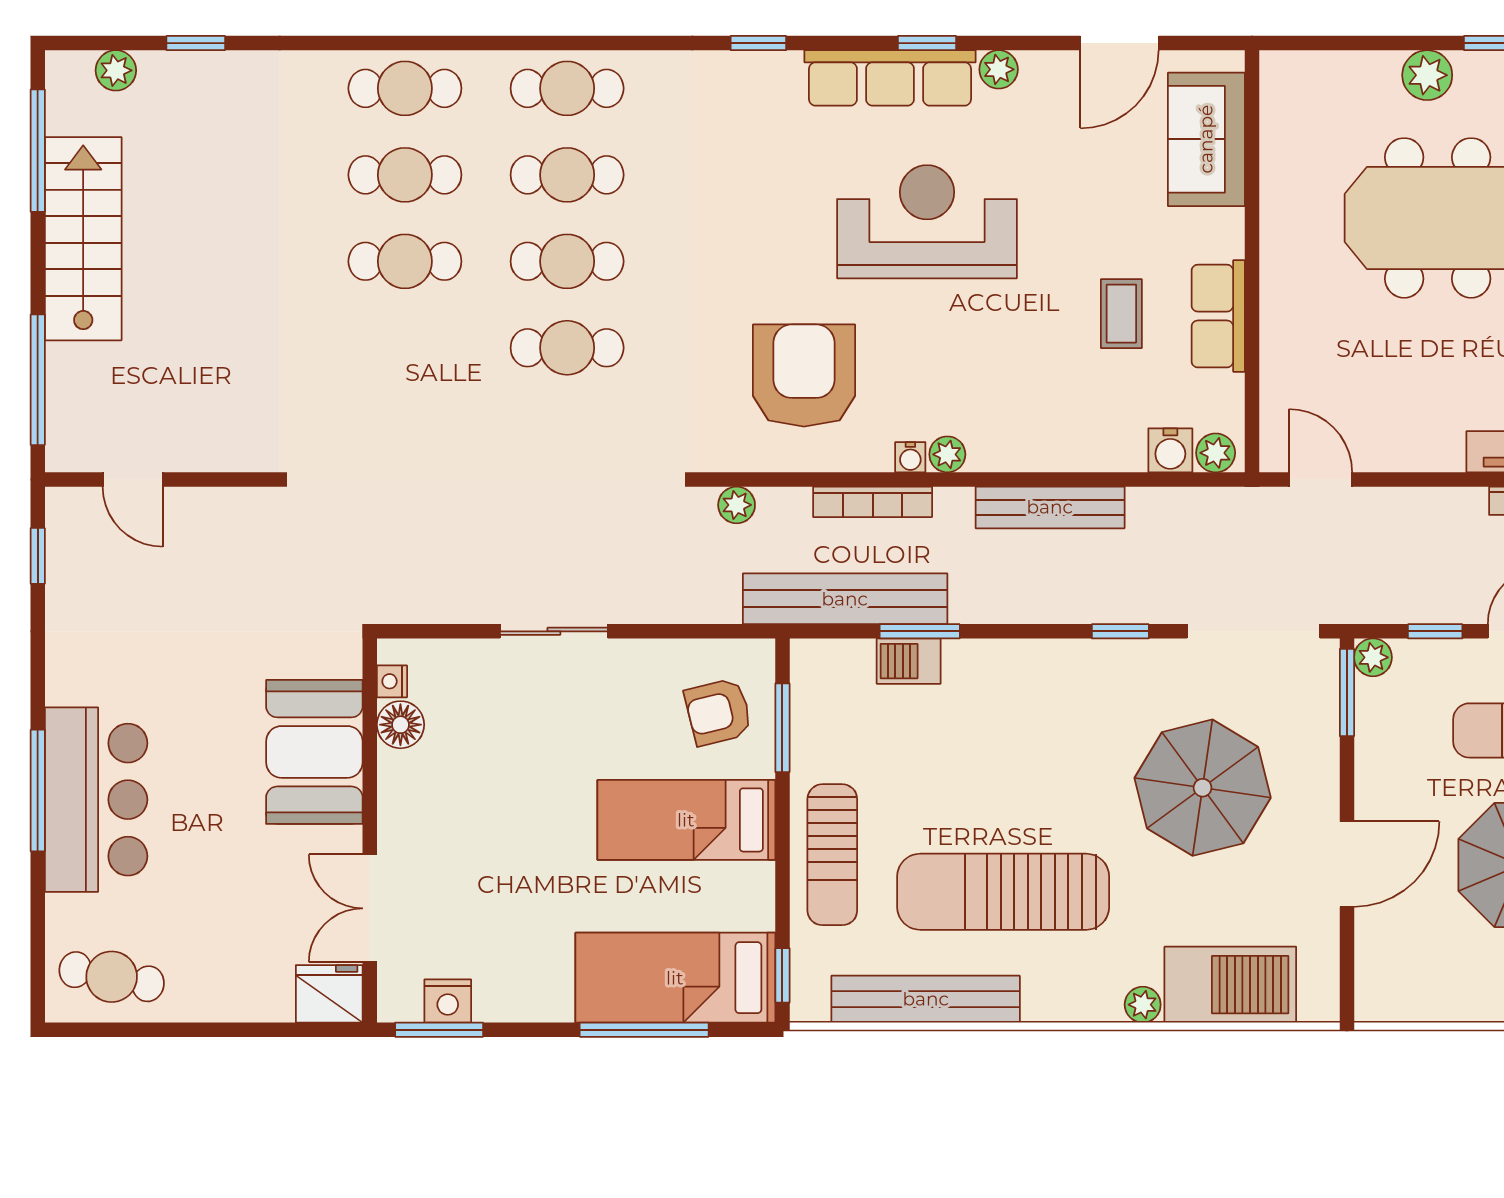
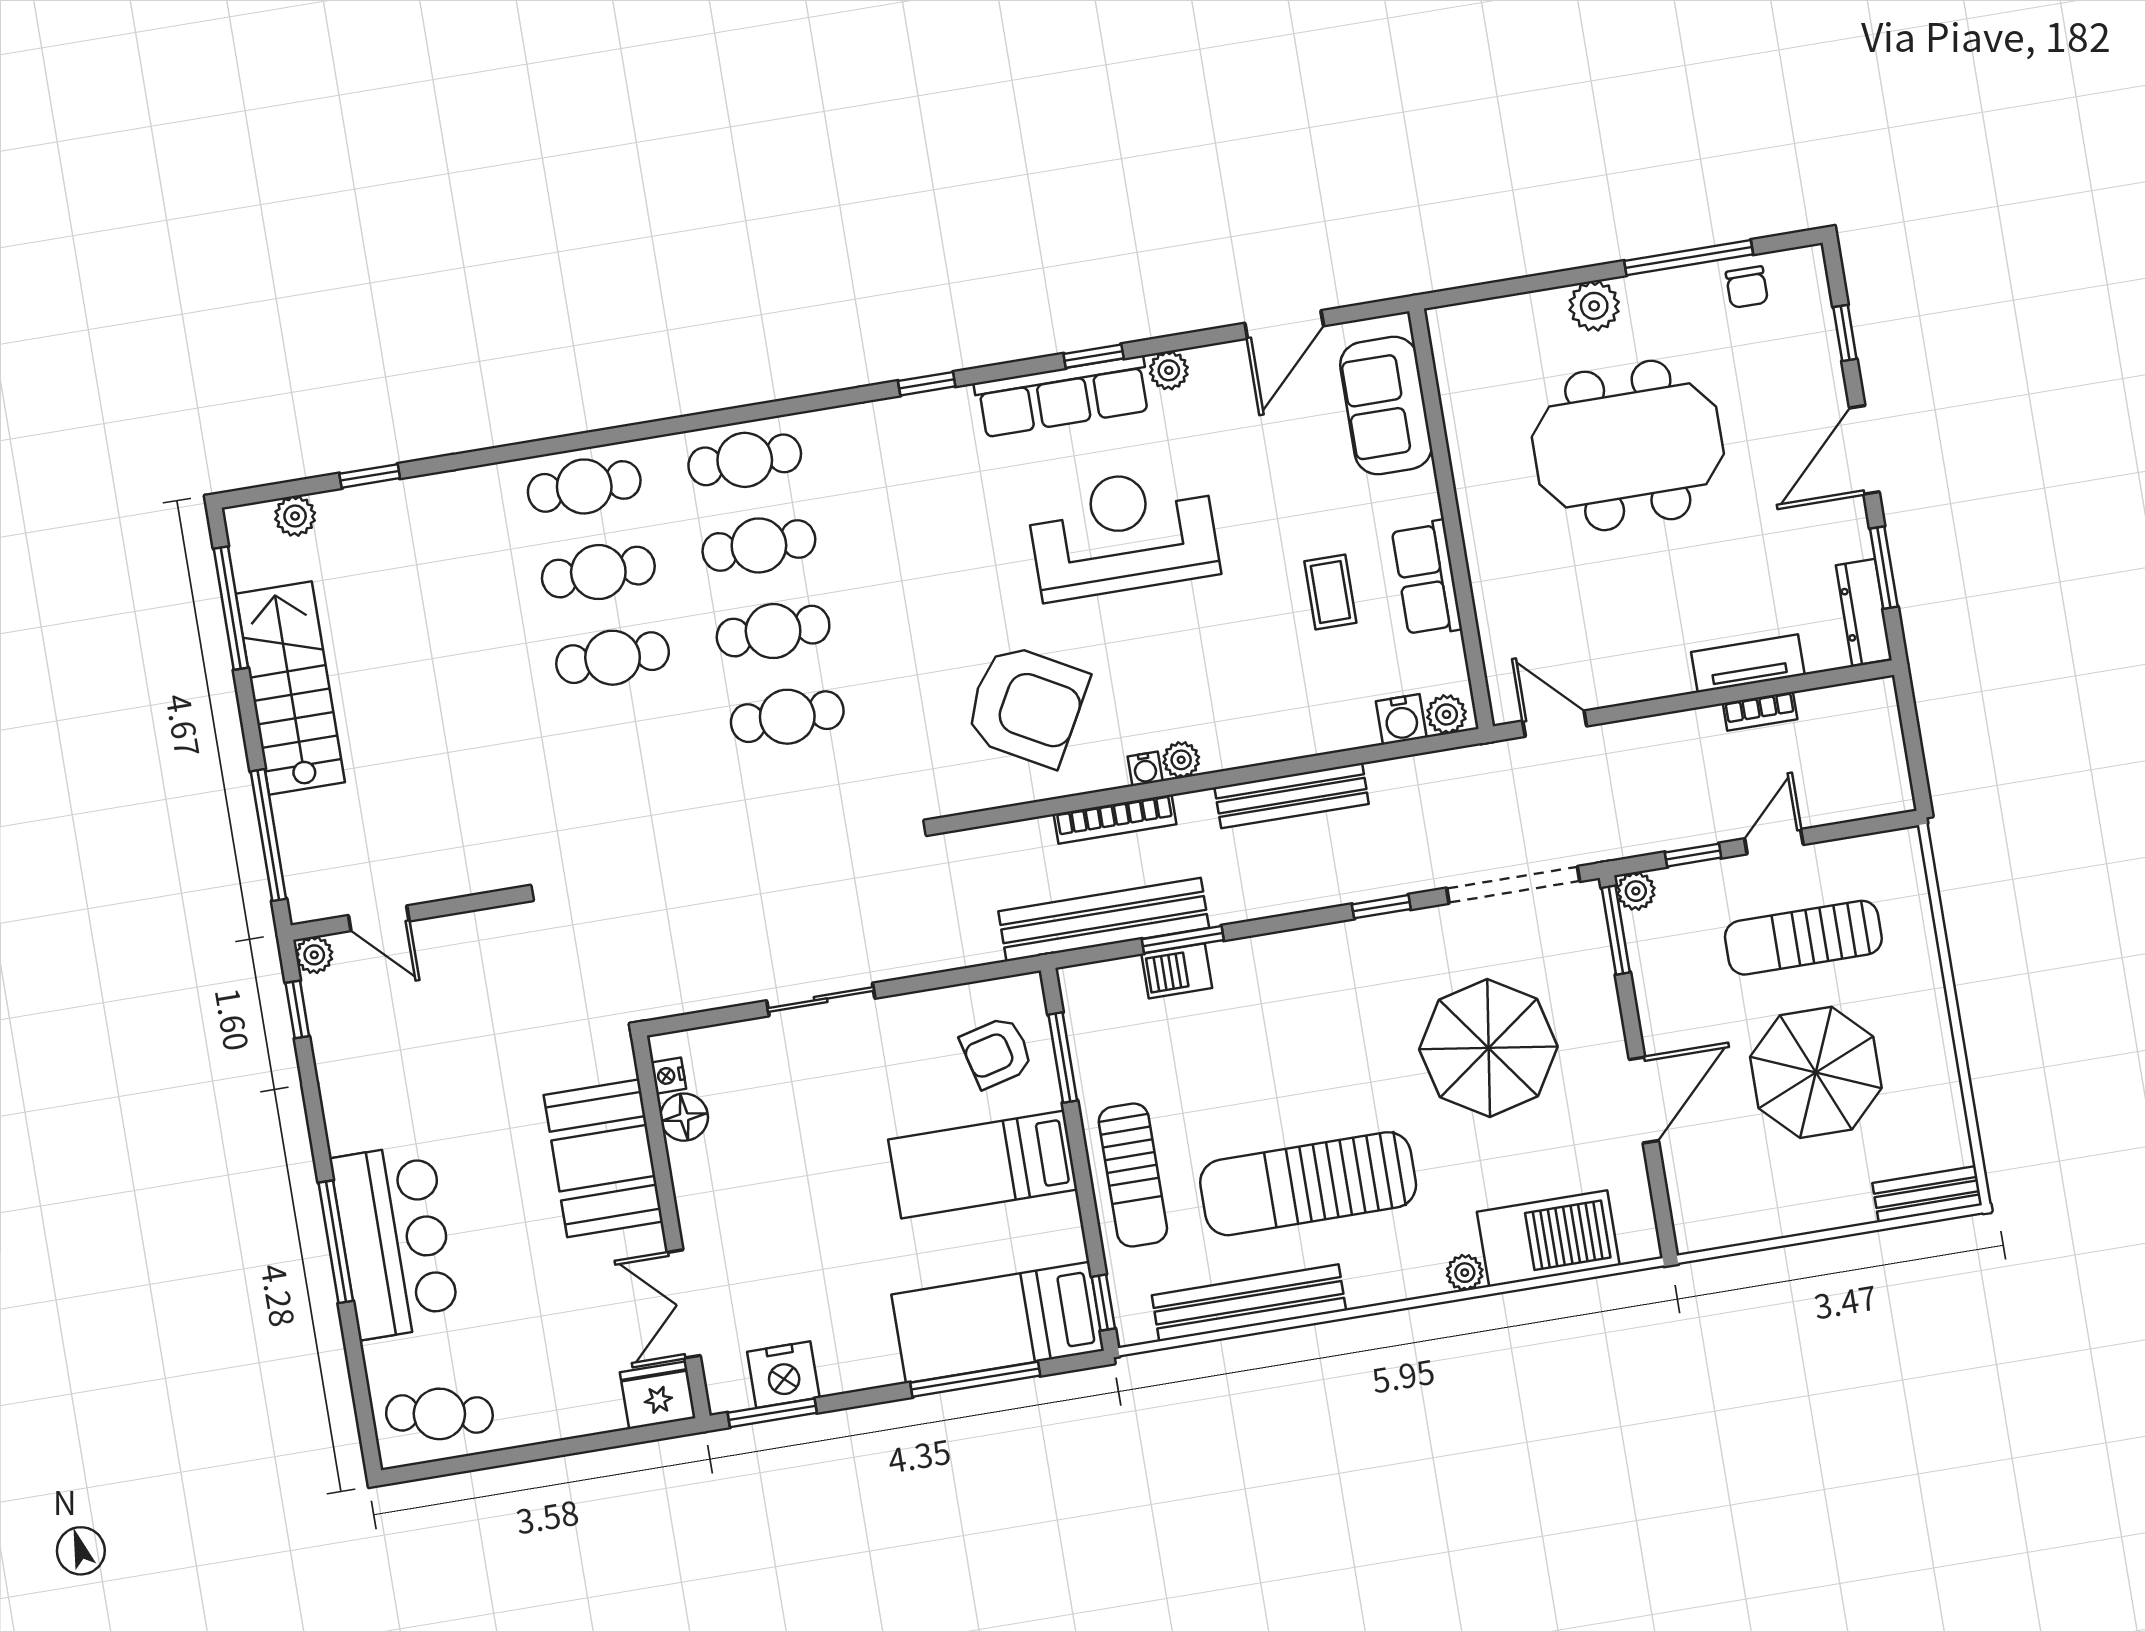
armchair: (804, 376) -> (1026, 705), turned 119
plant: (737, 505) -> (314, 955), moved
nightstand: (448, 1001) -> (783, 1375), width x1.36, depth x1.33

